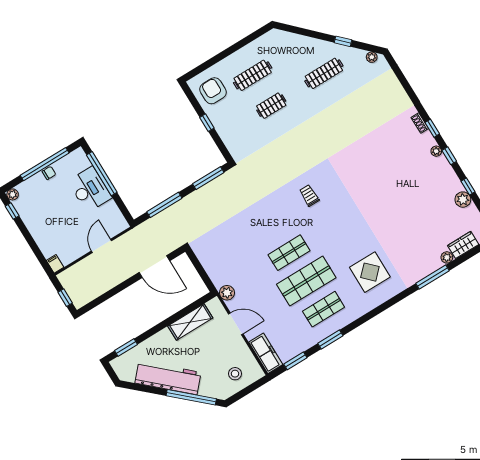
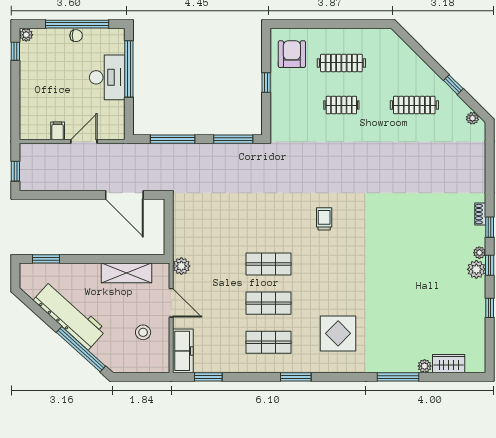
plant: (463, 200) -> (476, 269), moved
filing cabinet: (55, 264) -> (58, 131), moved
shop shelf: (306, 281) -> (268, 303), width x0.70, depth x0.74
window: (330, 339) -> (296, 377), moved
stool: (235, 374) -> (143, 332), moved

